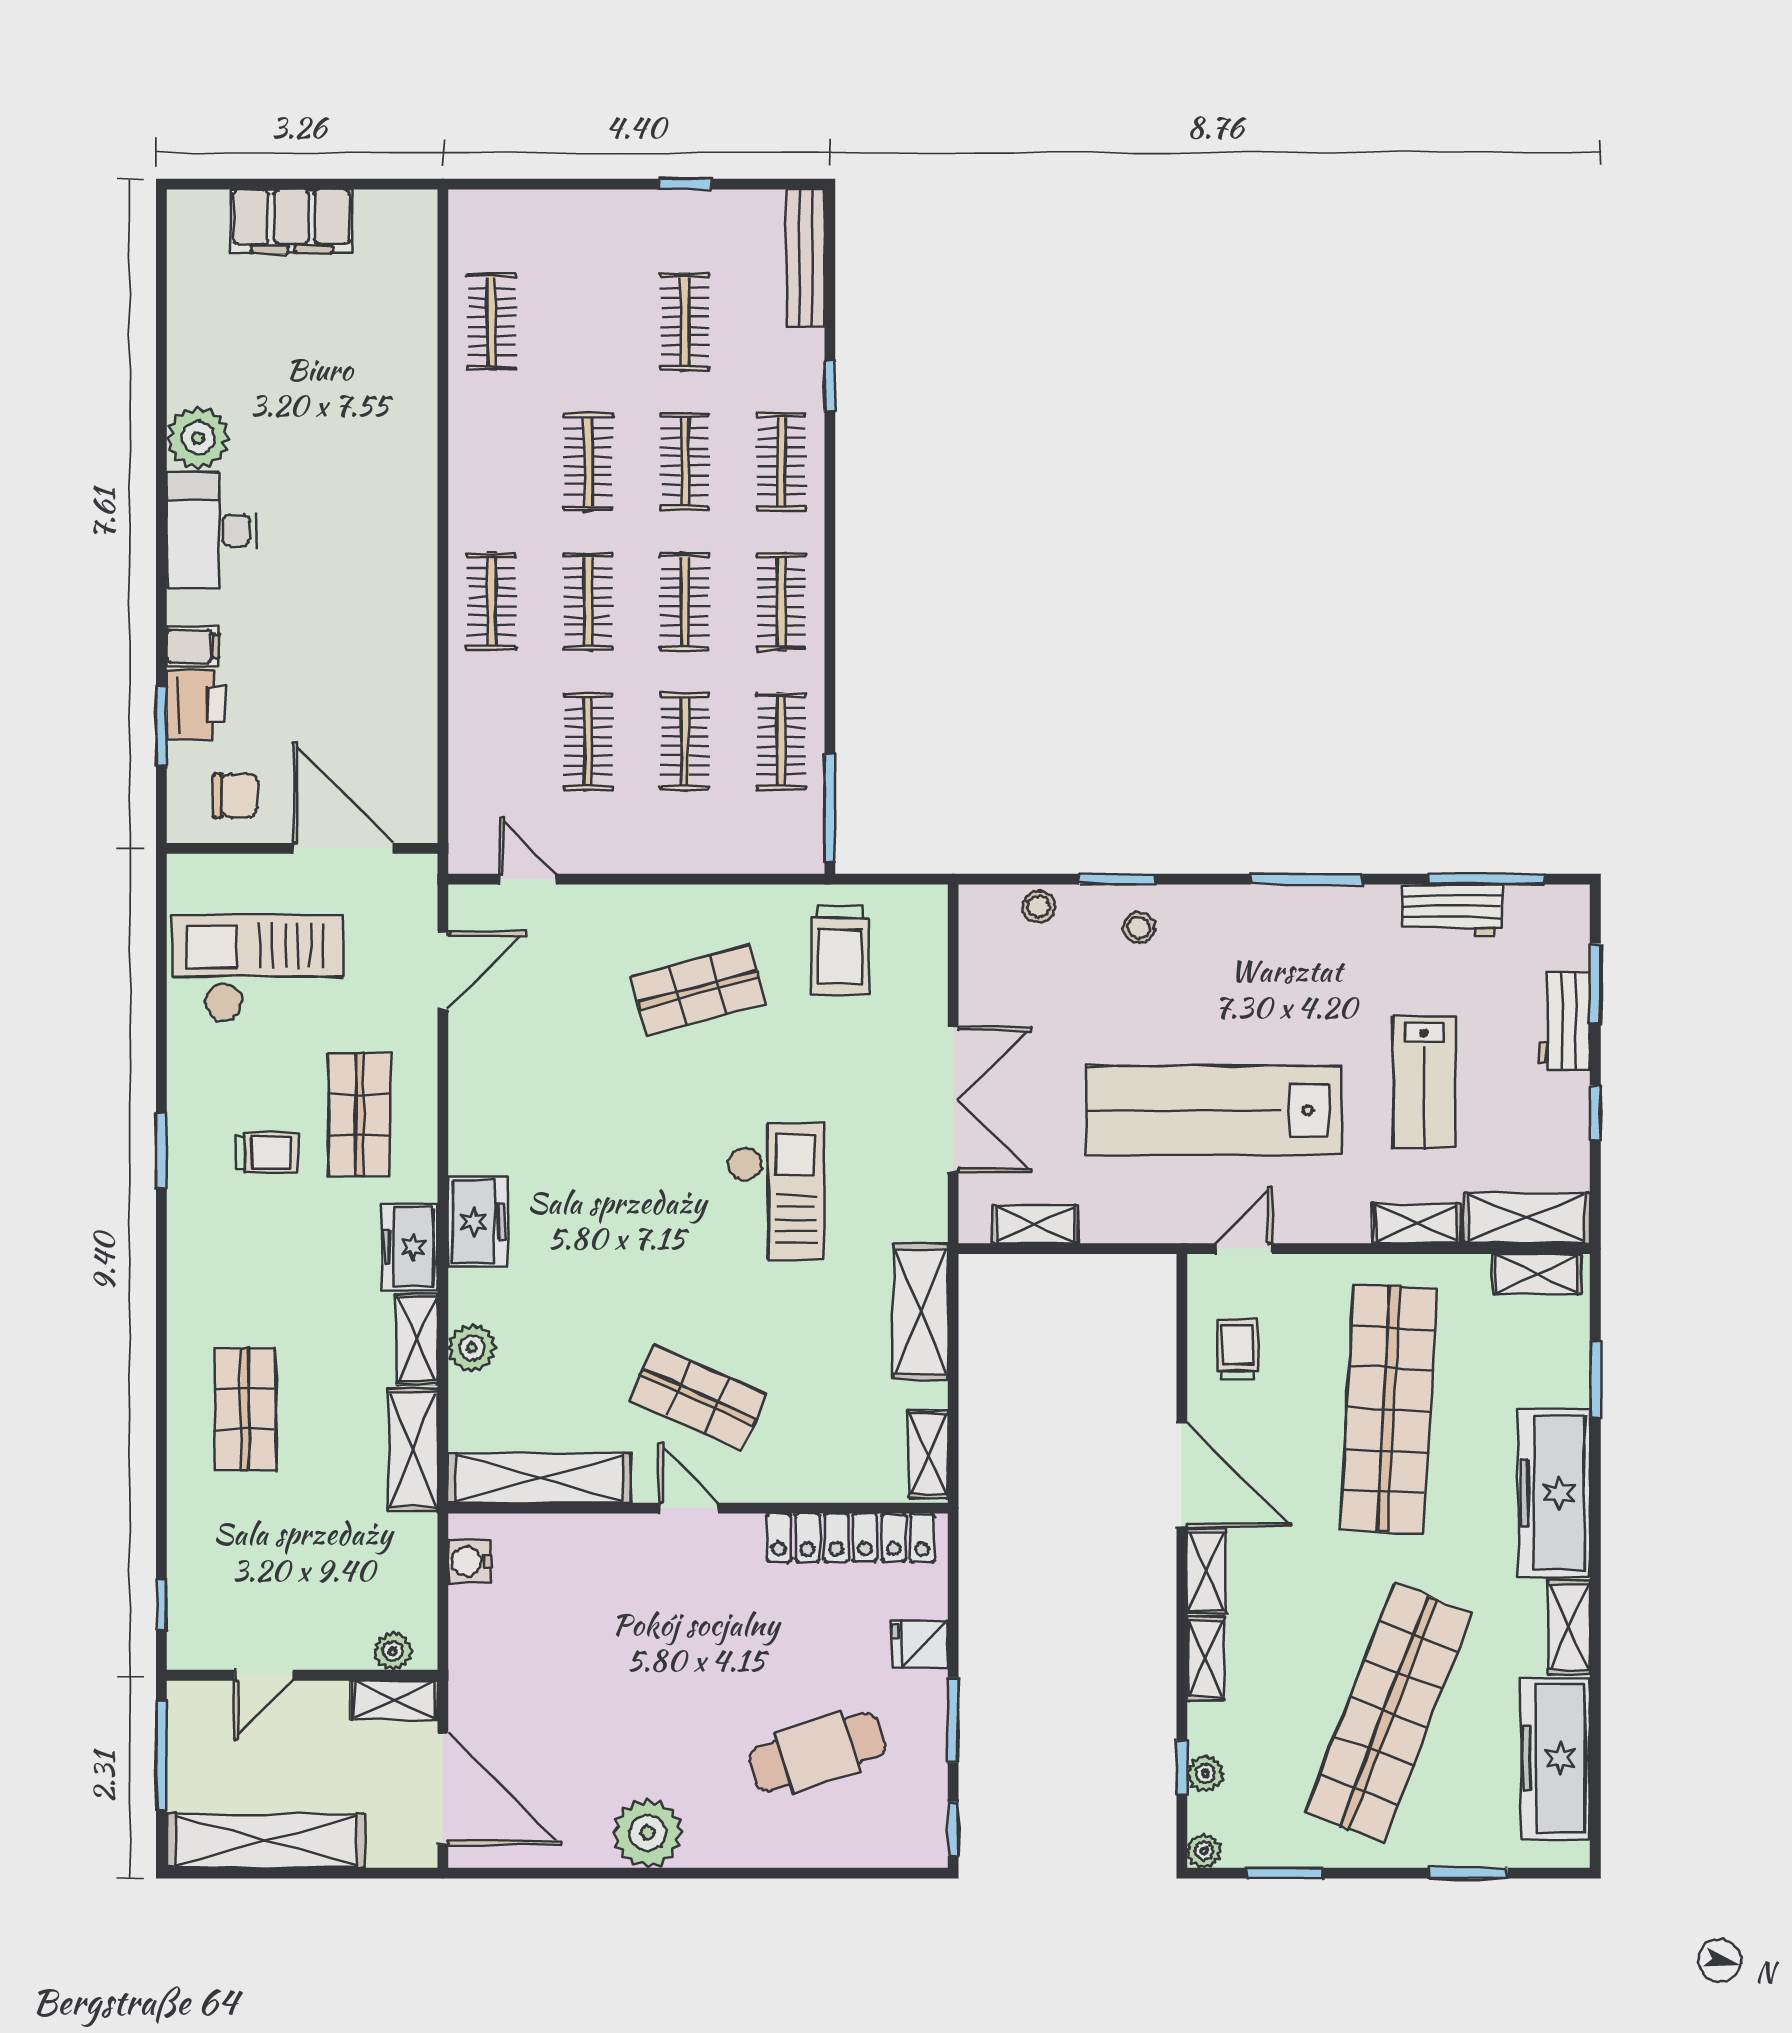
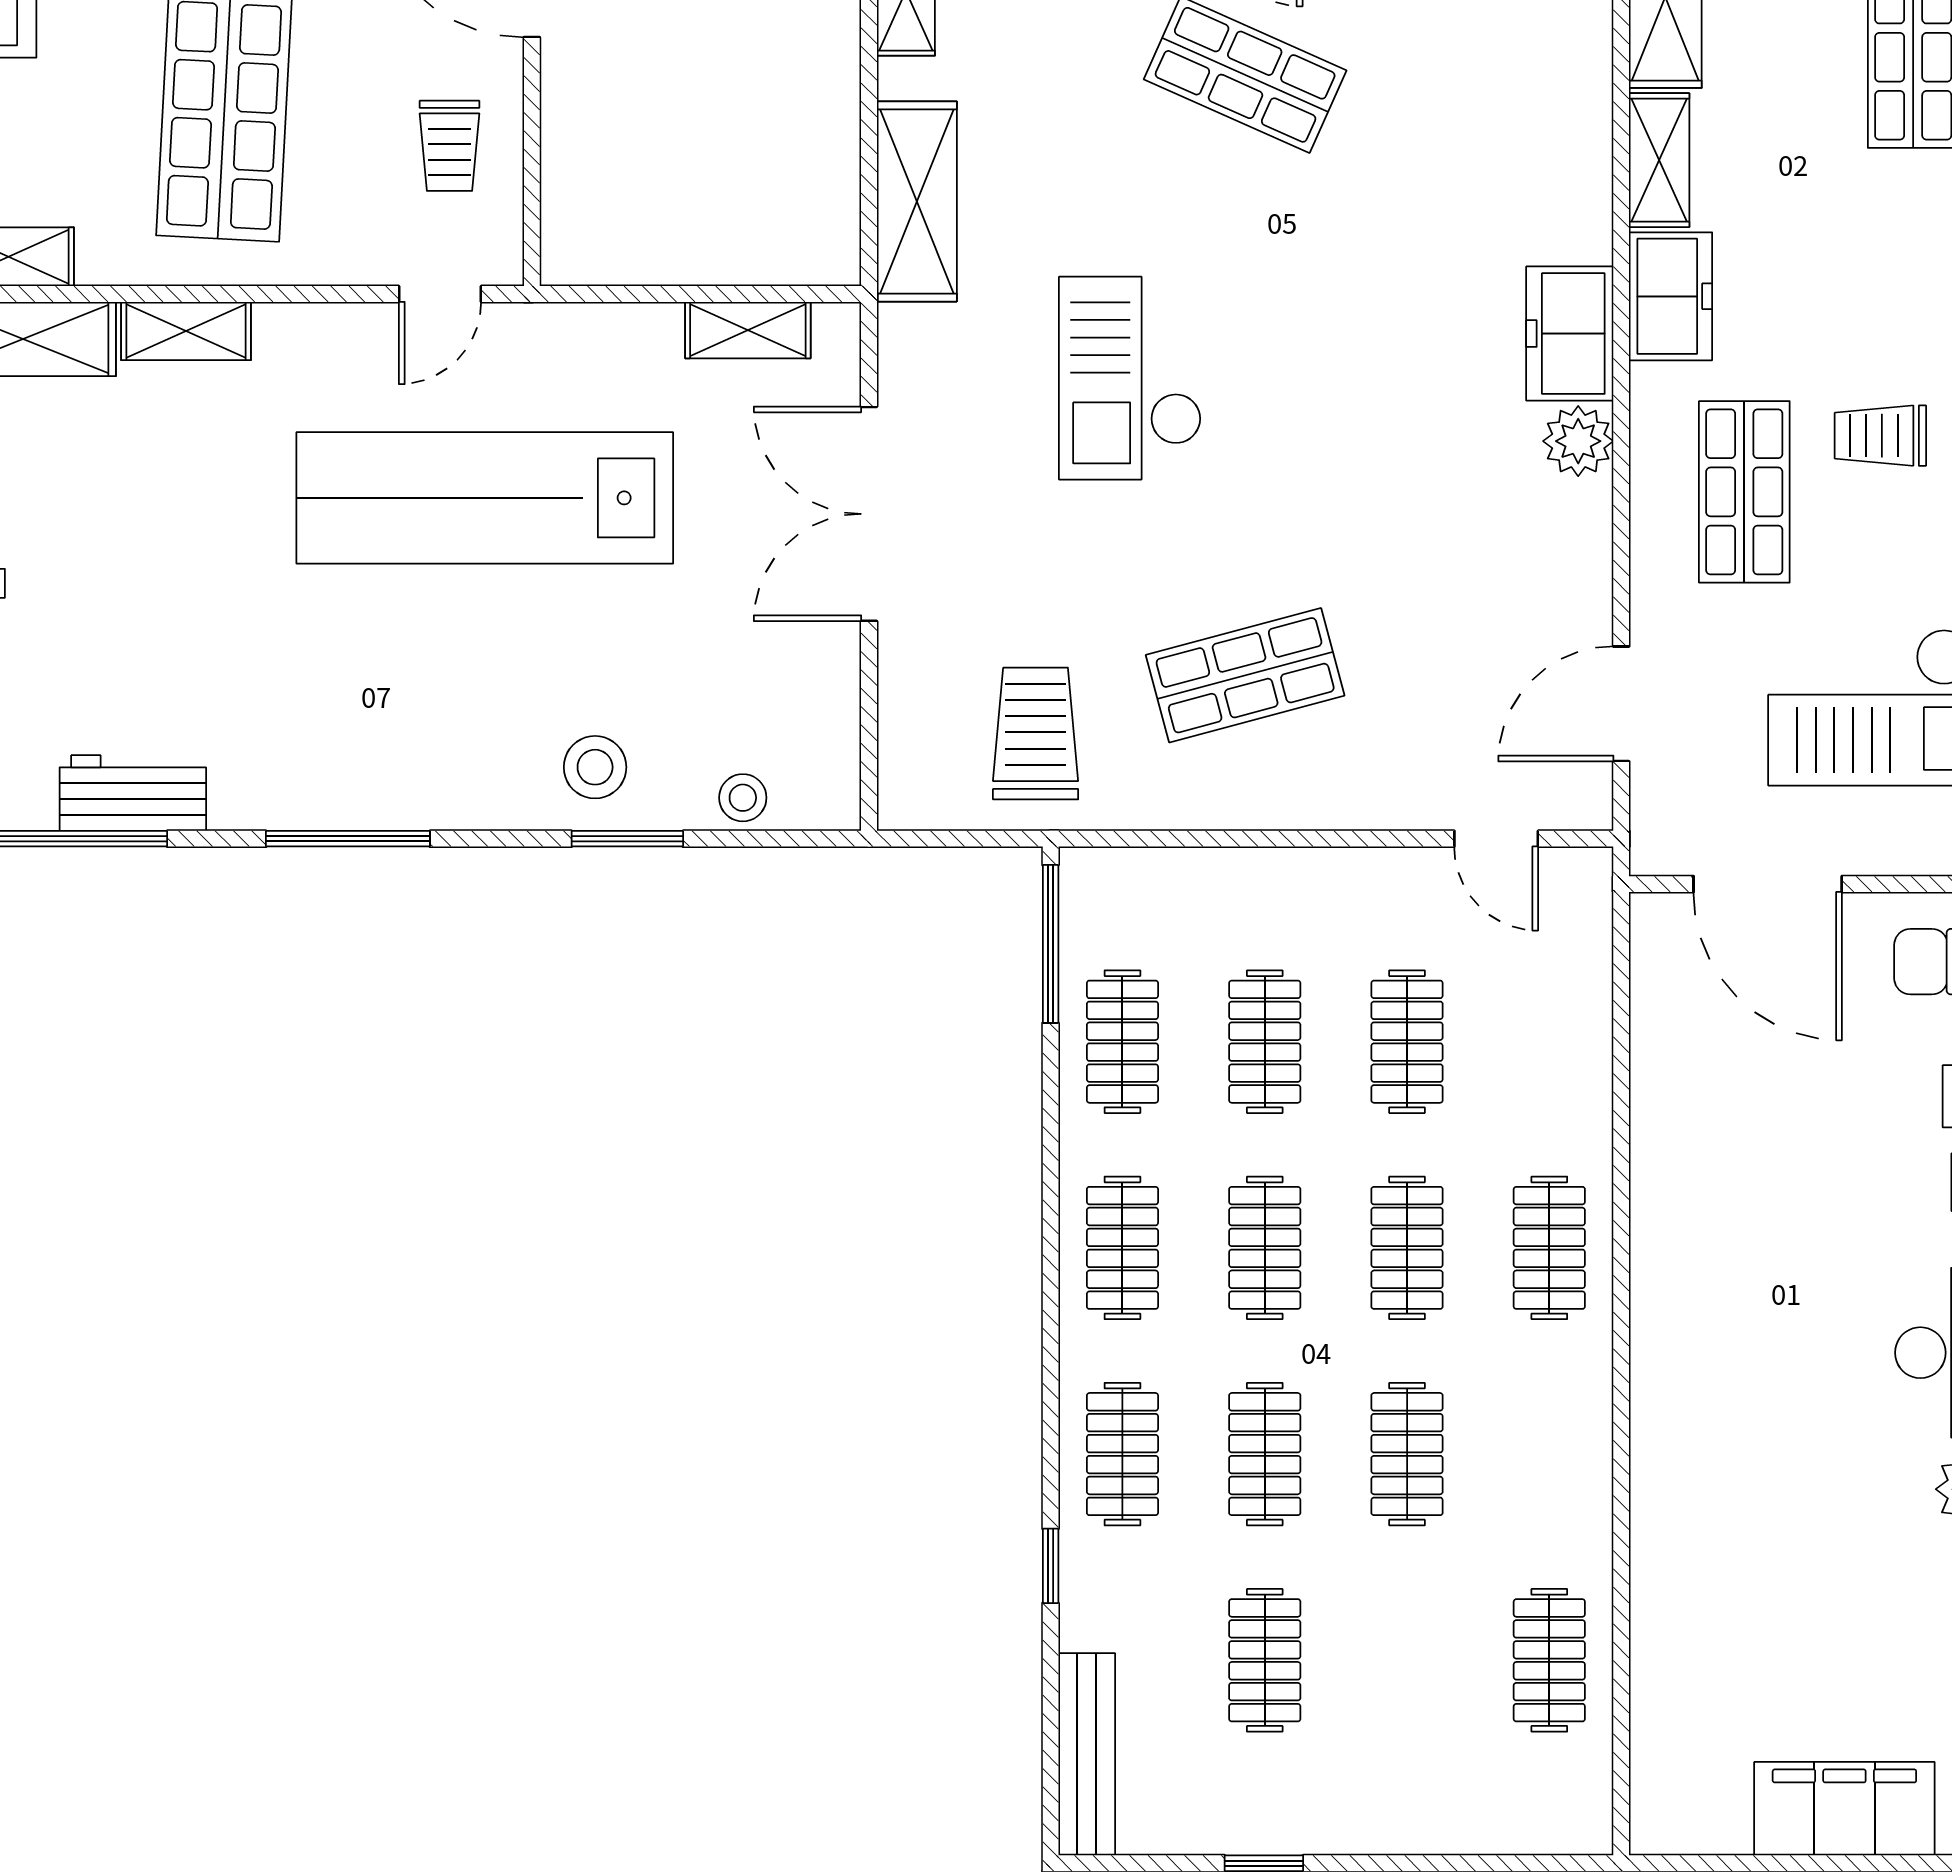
stool: (1139, 928) -> (595, 767), width x1.37, depth x1.37
lab bench: (1424, 1082) -> (174, 539), removed
lab bench: (1214, 1110) -> (485, 498), turned 180
plant: (472, 1348) -> (1578, 441), moved

